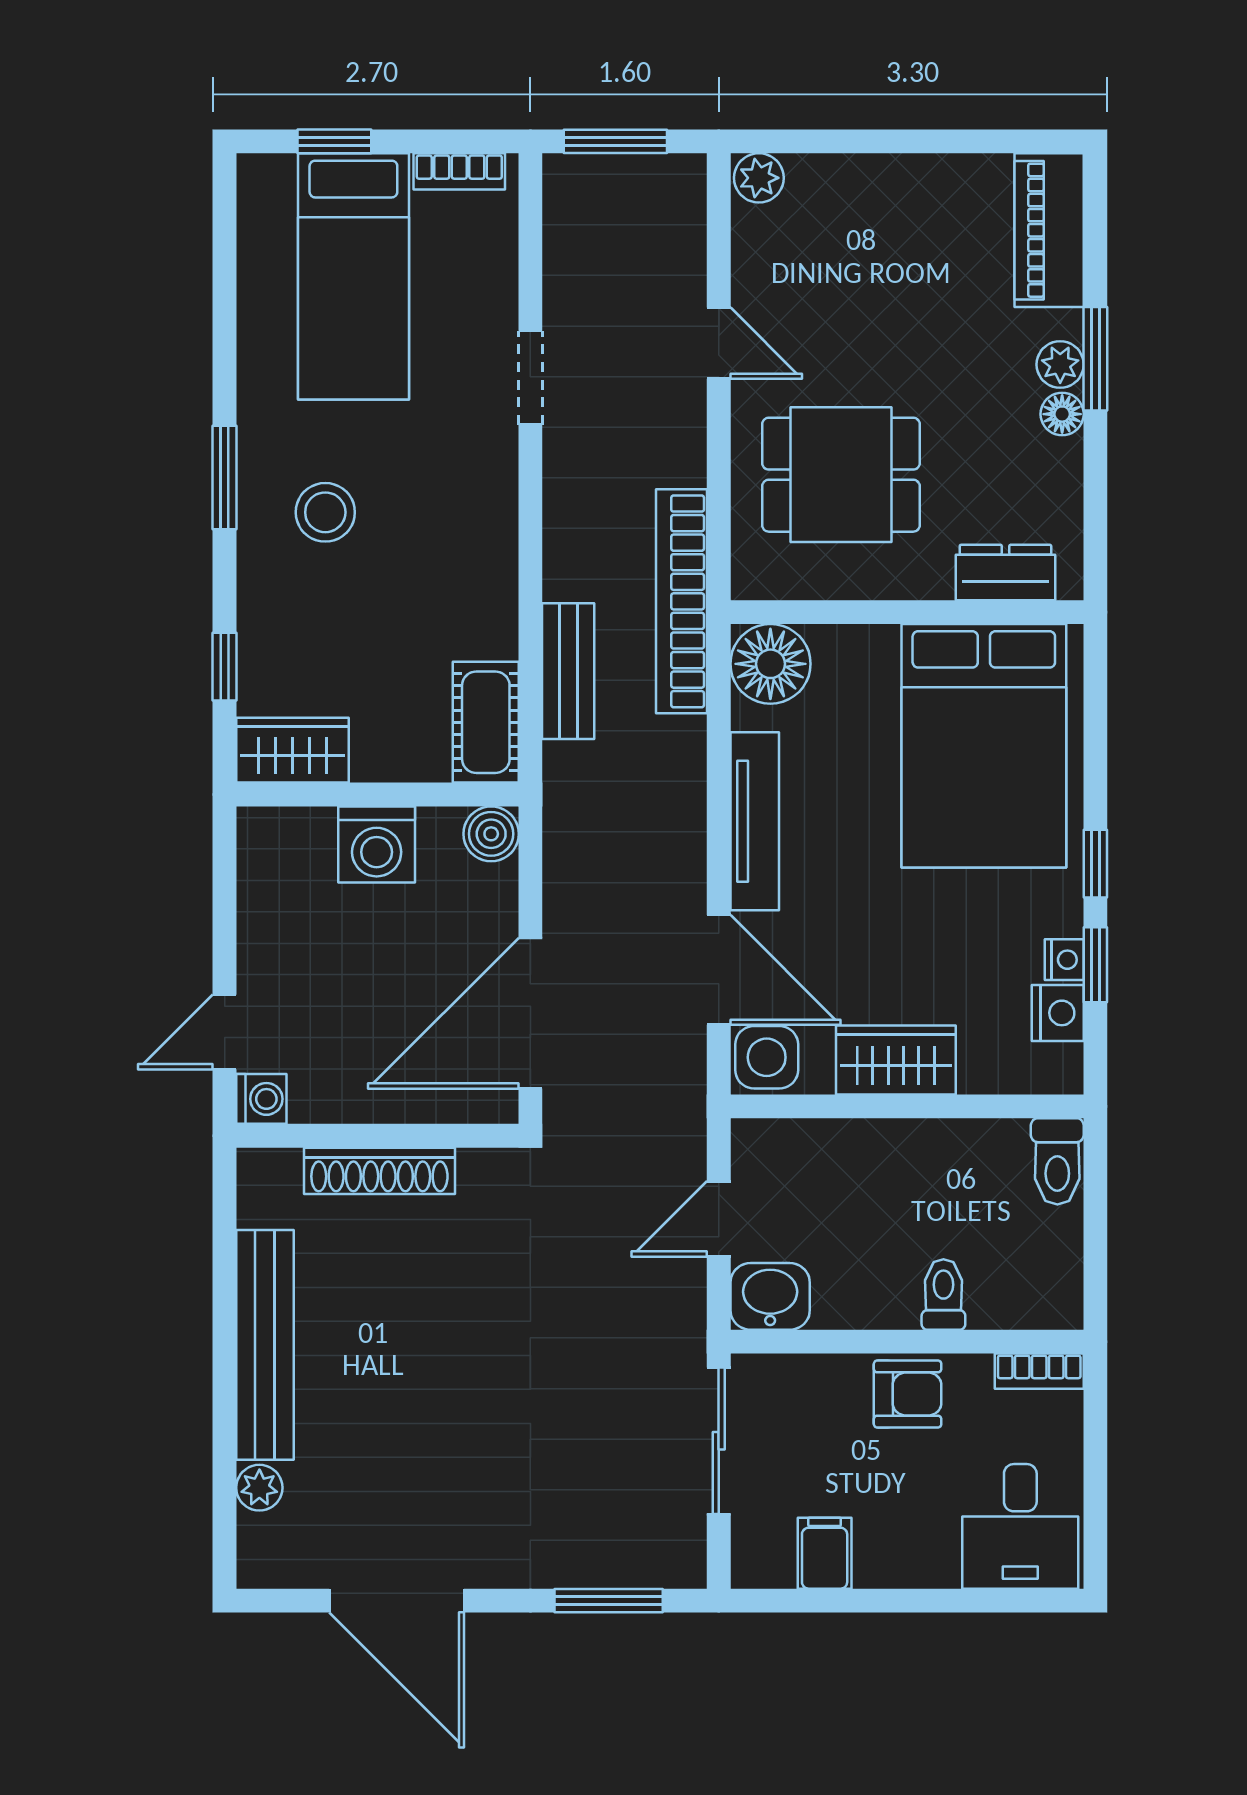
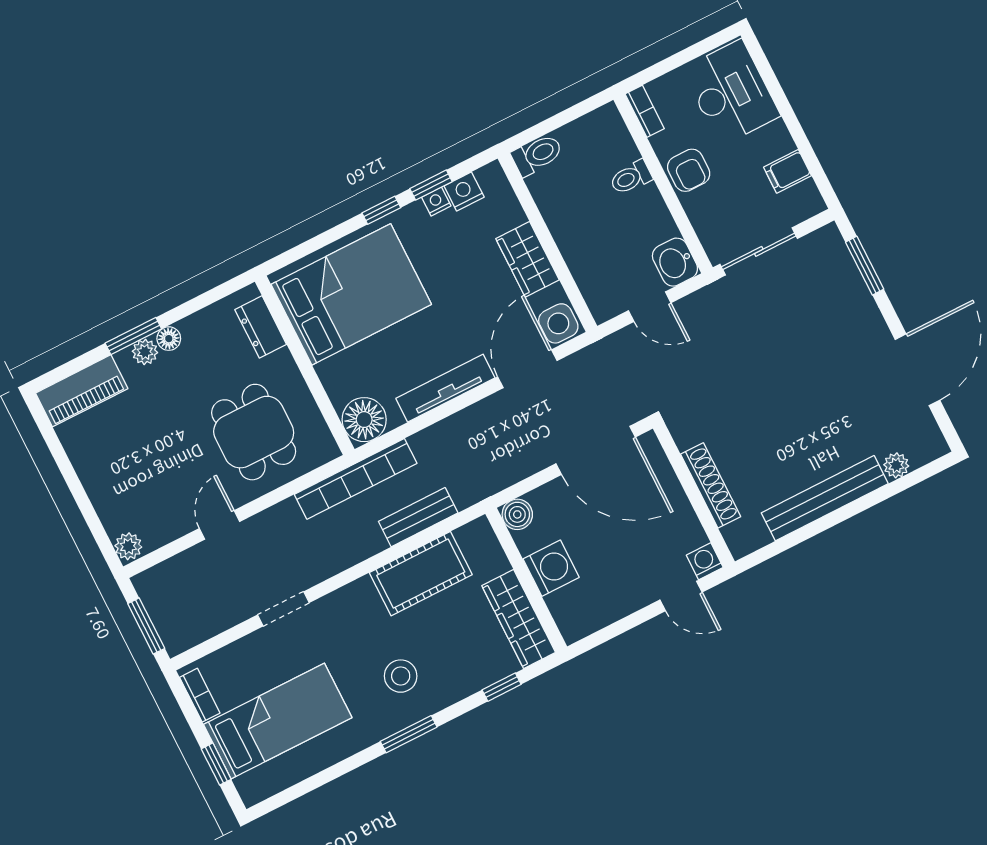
cot: (486, 722) -> (421, 574), moved, width x1.37, depth x1.34
wardrobe: (293, 750) -> (519, 619), width x1.50
armchair: (908, 1394) -> (689, 170), turned 180
desk: (1020, 1526) -> (731, 92), width x1.37

